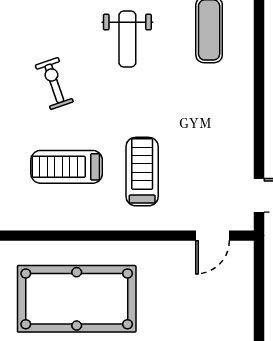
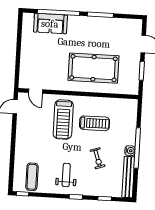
treadmill: (142, 172) -> (63, 119), width x1.37, depth x1.38
door: (213, 236) -> (35, 91), swing flipped

